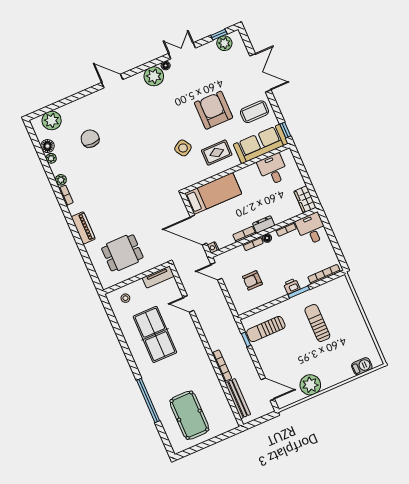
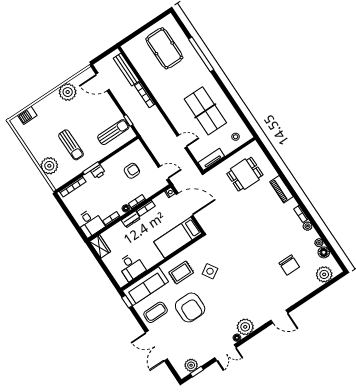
plant: (347, 303) -> (49, 166), added

